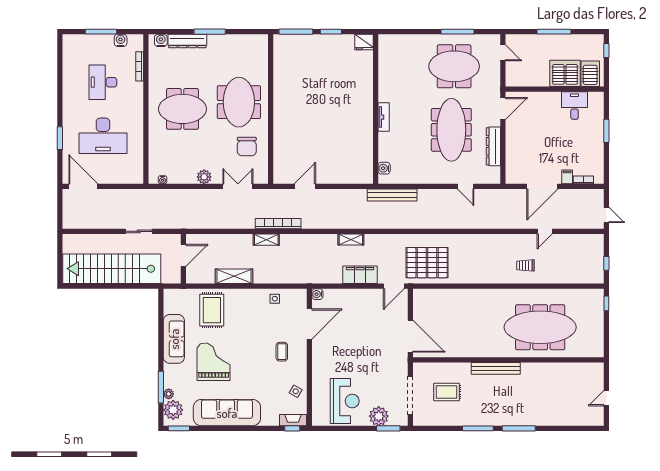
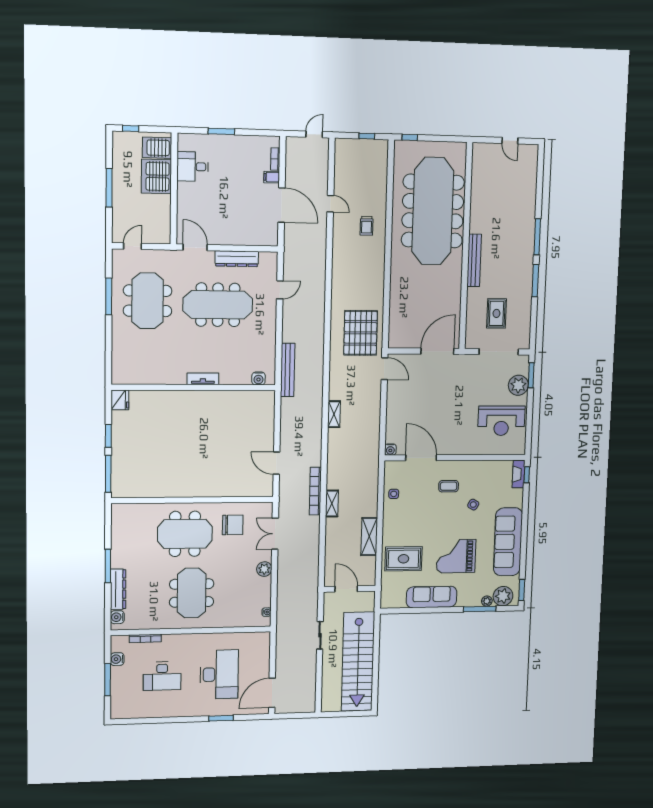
filing cabinet: (360, 275) -> (372, 405), removed
meeting table: (540, 327) -> (433, 211), width x1.36, depth x1.27
side table: (296, 391) -> (473, 505), moved
reception desk: (345, 401) -> (501, 421), turned 180

